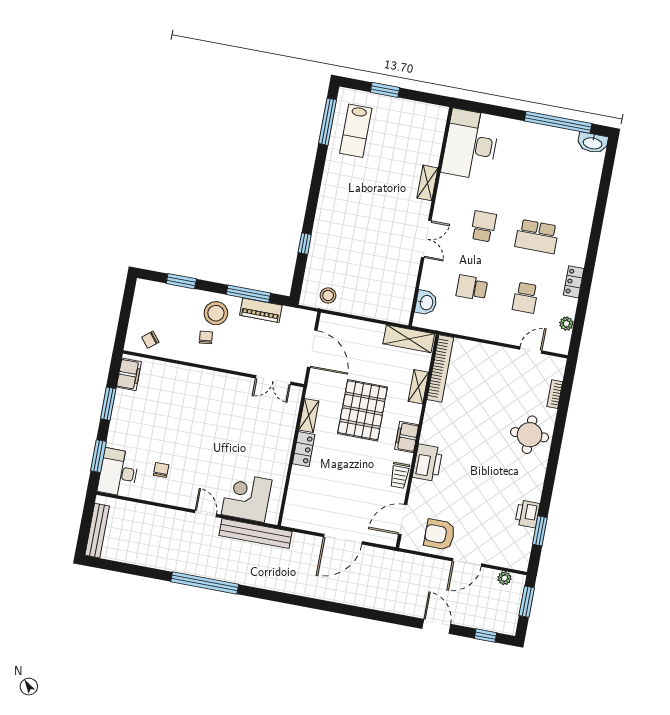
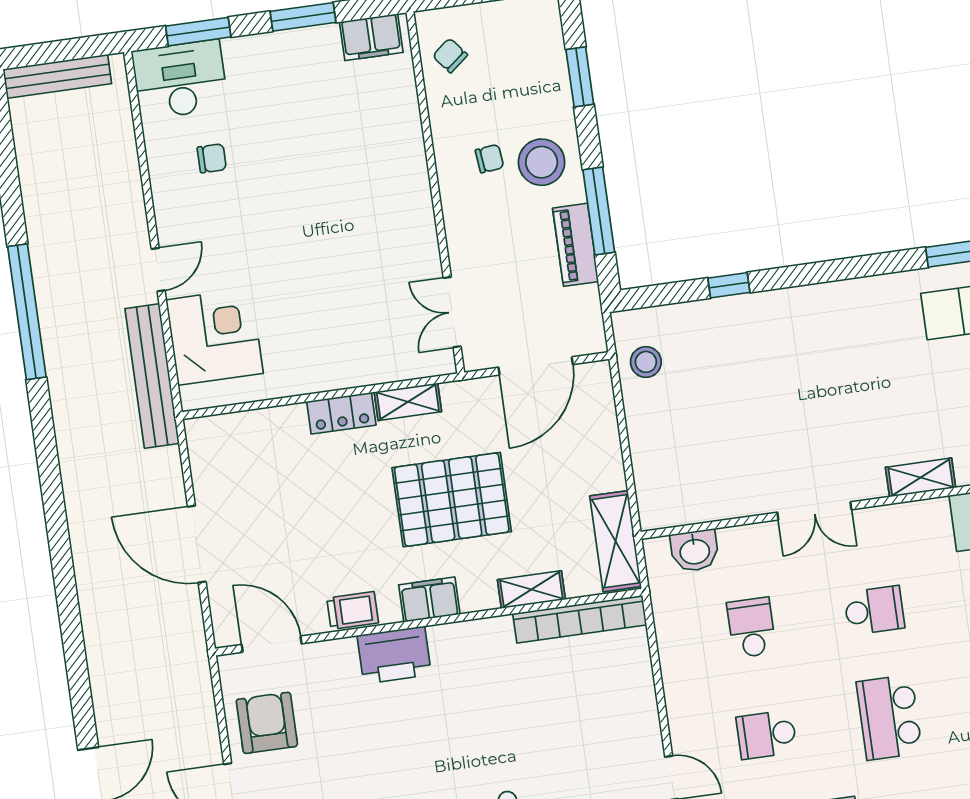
trolley: (400, 475) -> (353, 610), turned 180

